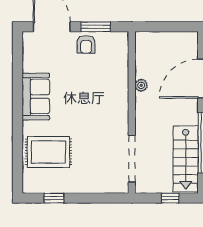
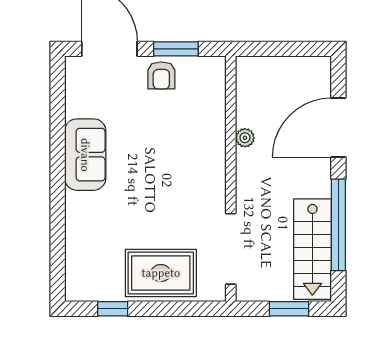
rug: (48, 152) -> (161, 273), moved
window: (170, 198) -> (289, 309), width x1.50

